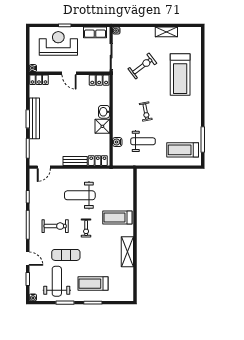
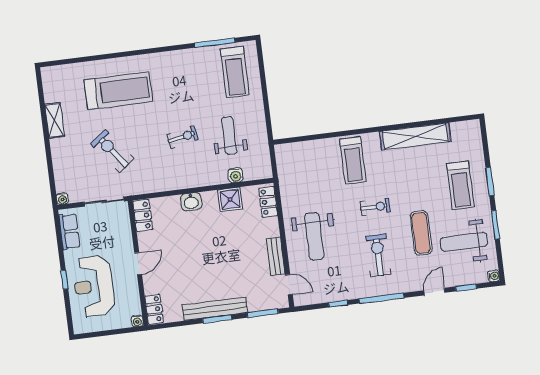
shower: (102, 126) -> (230, 199), moved
bench: (75, 161) -> (276, 256), moved
weight bench: (80, 195) -> (314, 236), moved
shelving: (127, 252) -> (415, 136), width x1.47

